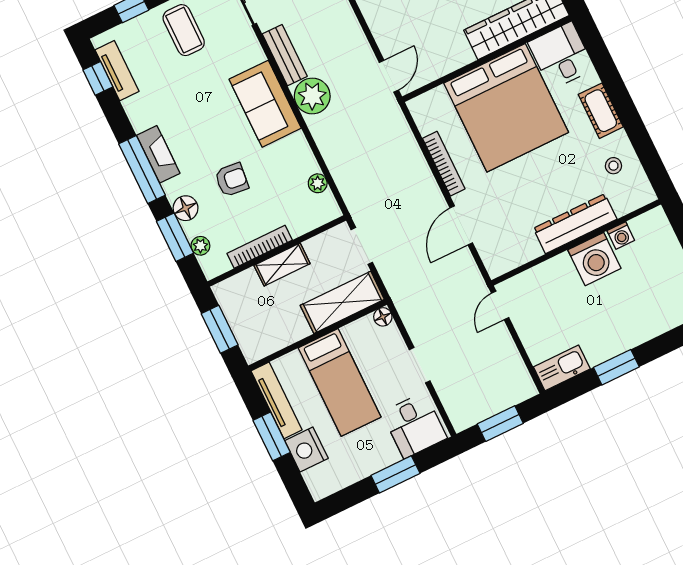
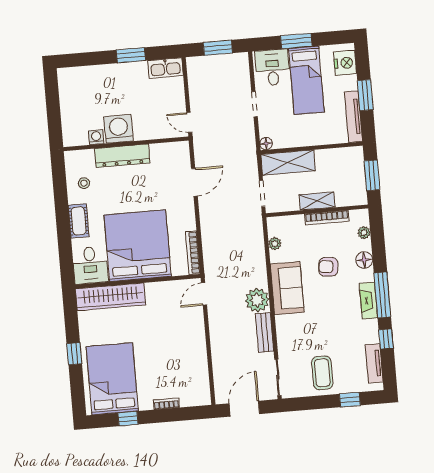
window: (98, 78) -> (386, 339), moved
sofa: (265, 104) -> (287, 288), moved
bookcase: (444, 164) -> (193, 253), moved
window: (175, 237) -> (378, 244), removed
door: (500, 305) -> (189, 122), swing flipped
bed: (340, 382) -> (306, 80), moved, turned 180
nightstand: (306, 449) -> (345, 63), moved

